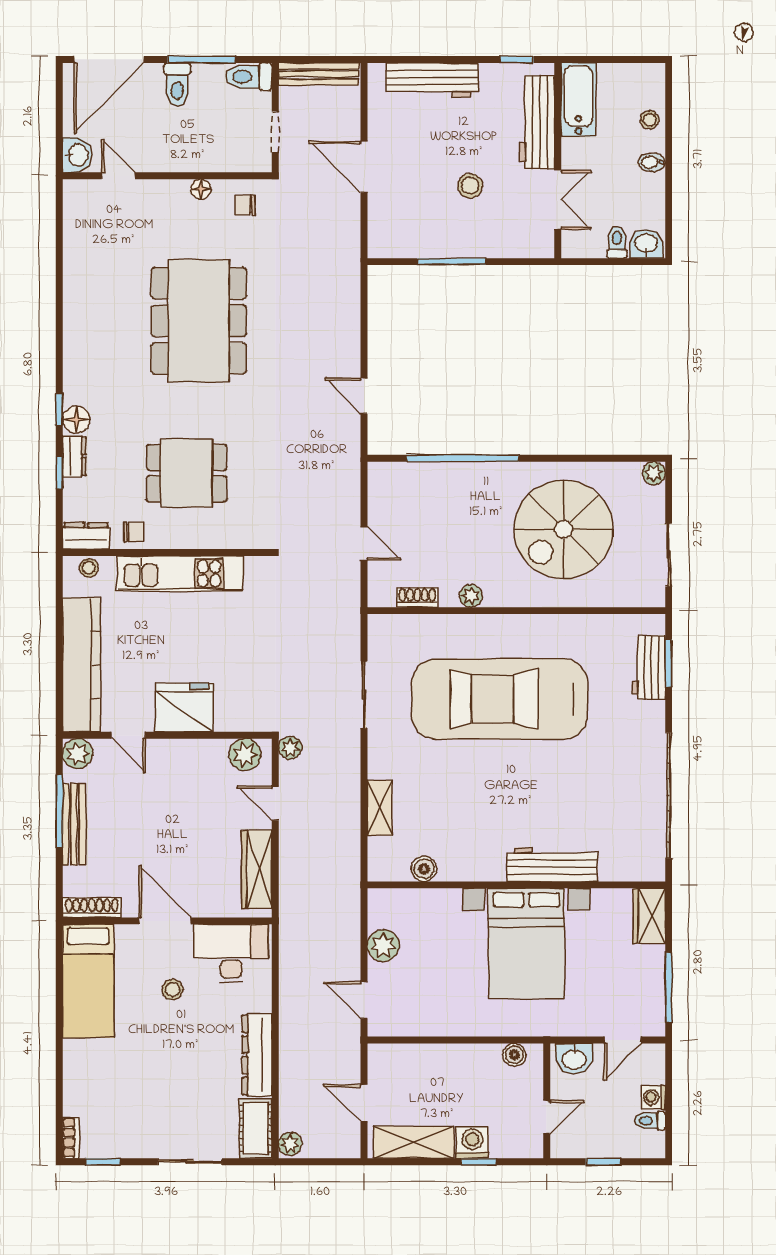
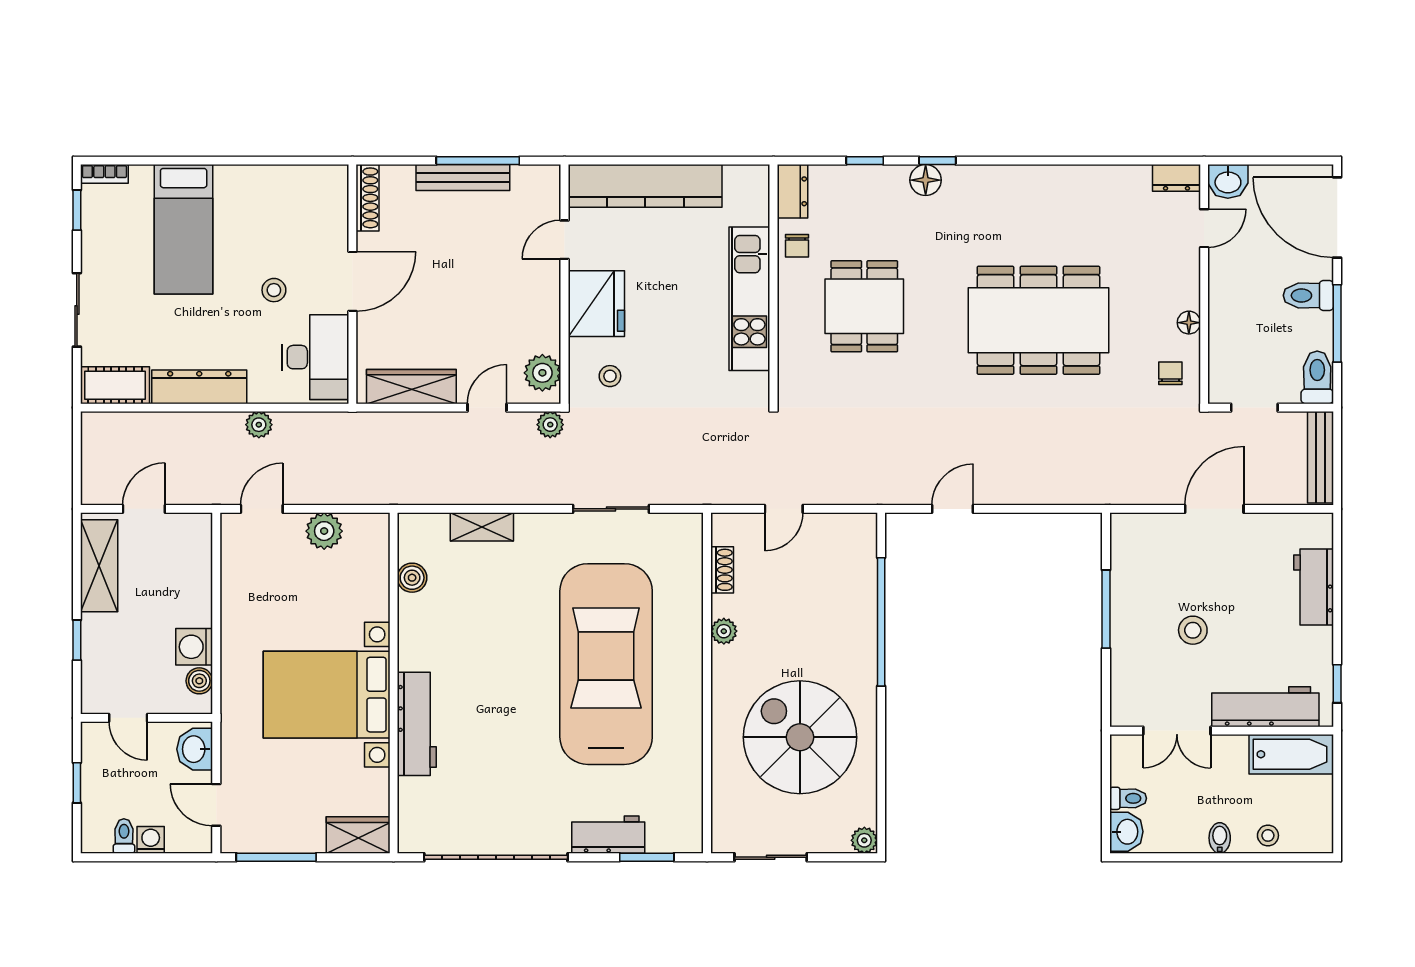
workbench: (432, 80) -> (1314, 587), width x0.73
dresser: (74, 456) -> (1177, 178), moved
stool: (89, 568) -> (610, 376), moved
workbench: (649, 667) -> (608, 835), moved
plant: (78, 754) -> (544, 182), removed
bed: (88, 981) -> (184, 229), moved, turned -90
washing machine: (472, 1142) -> (194, 647), moved, turned 180
plant: (290, 1144) -> (259, 425), moved

